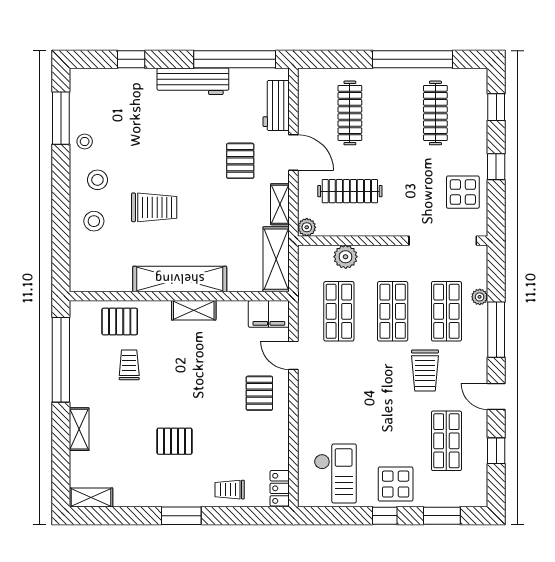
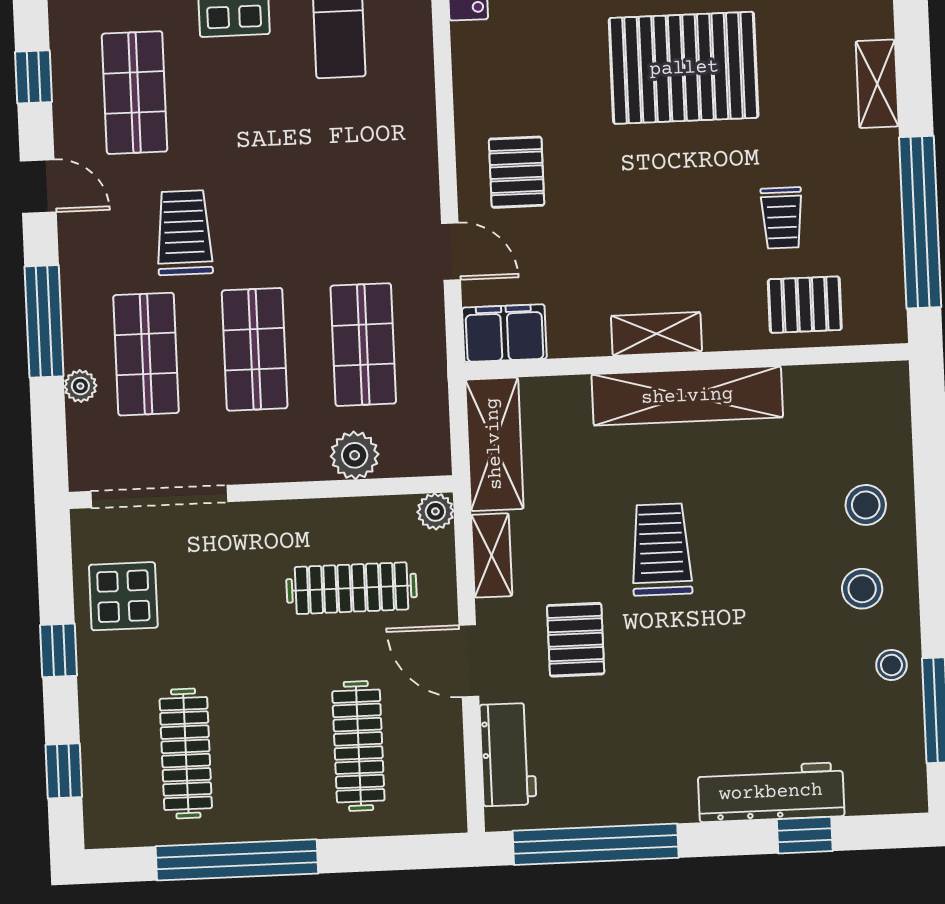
workbench: (193, 81) -> (771, 792), moved
trolley: (154, 207) -> (661, 550), moved, turned 90
pallet: (175, 441) -> (684, 68), width x2.05, depth x2.00

